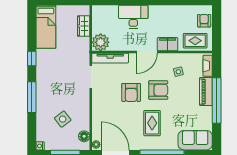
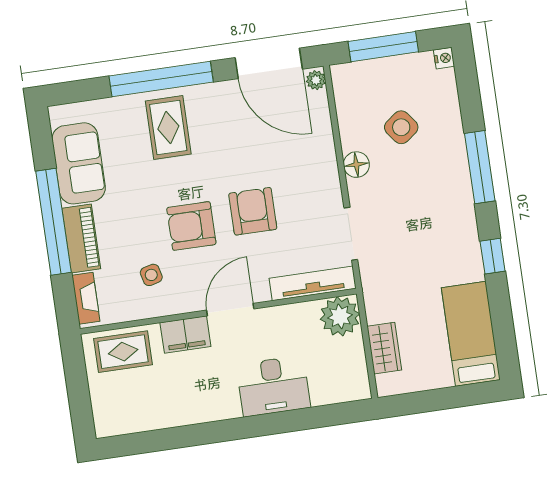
armchair: (204, 21) -> (109, 401), removed
rug: (152, 123) -> (168, 128), moved
floor lamp: (84, 136) -> (356, 165), moved
sofa: (195, 140) -> (79, 163), moved, turned -90

